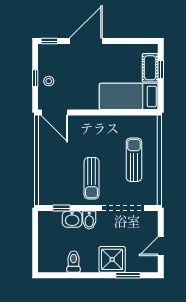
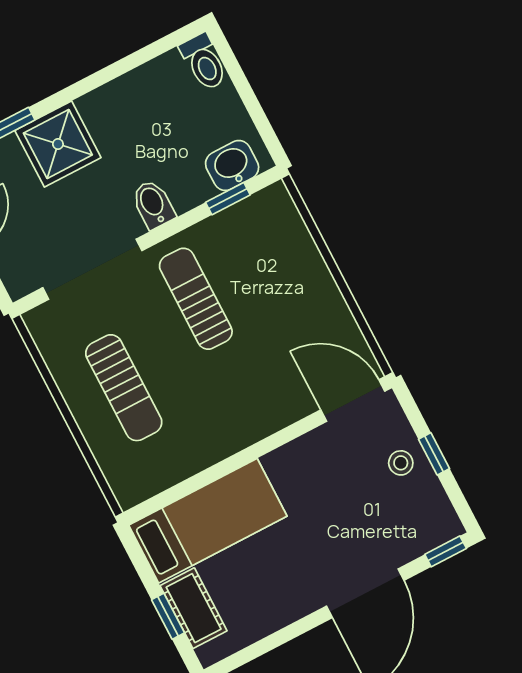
washbasin: (72, 219) -> (232, 165), moved
toilet: (74, 262) -> (204, 62), moved

